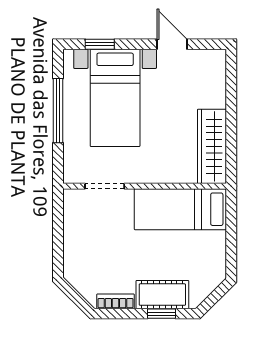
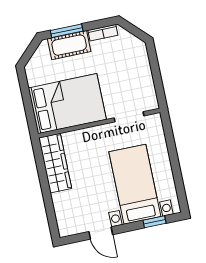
window: (58, 111) -> (175, 166), removed
bed: (180, 209) -> (67, 104), width x1.50
window: (162, 314) -> (67, 31), width x1.50

